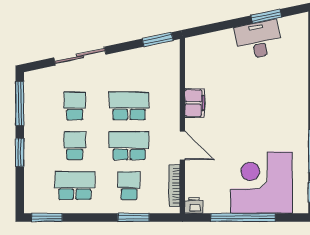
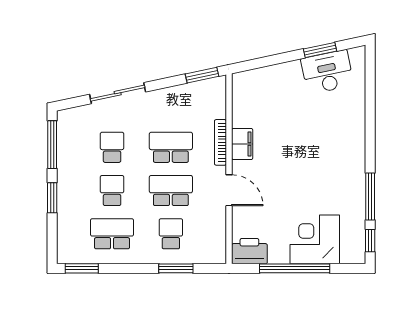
desk: (258, 40) -> (327, 72), moved
corner desk: (261, 182) -> (315, 239), width x0.74, depth x0.74
bookcase: (175, 186) -> (220, 142), moved
printer: (194, 205) -> (249, 251), width x1.87, depth x1.48

